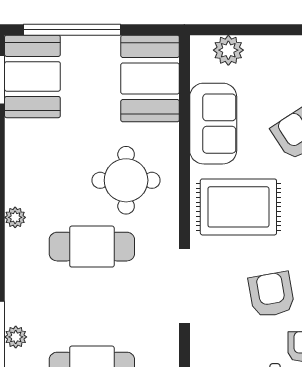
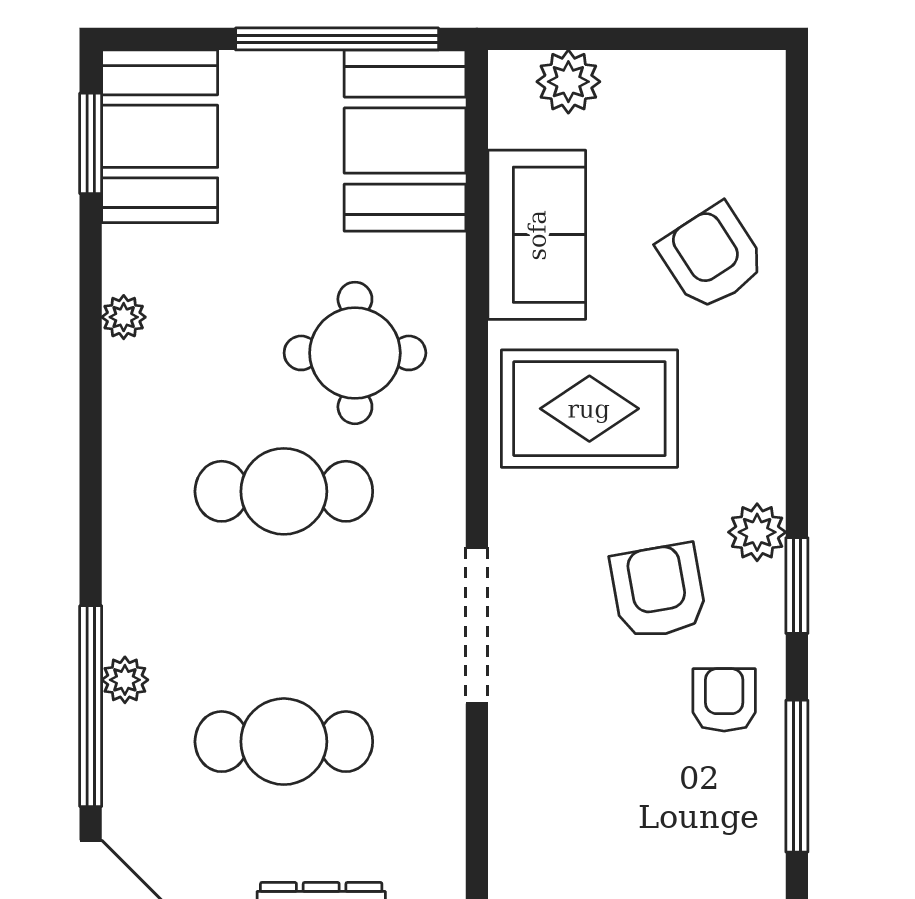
window: (72, 30) -> (337, 39), moved
plant: (15, 217) -> (124, 317), moved
doorway: (184, 286) -> (477, 625), moved

